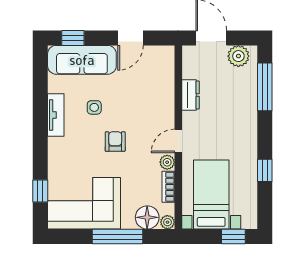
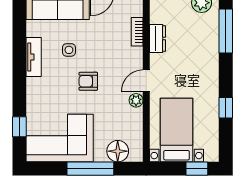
armchair: (115, 142) -> (88, 81), turned -90
bookcase: (168, 187) -> (137, 32), moved
plant: (167, 222) -> (136, 155), removed

